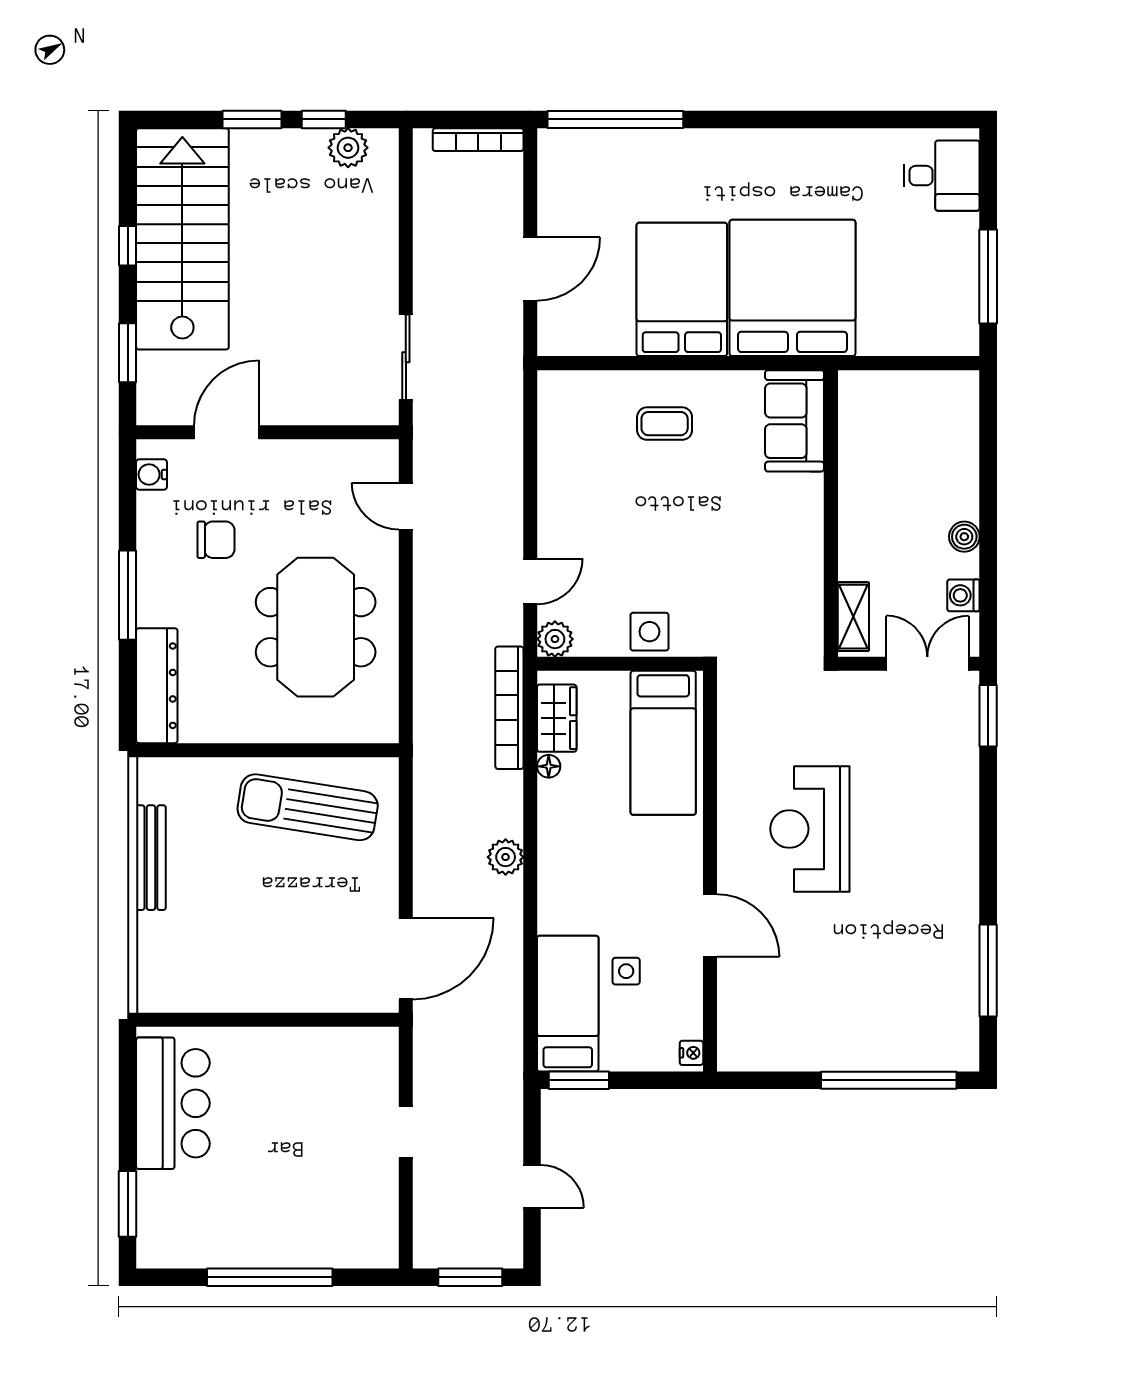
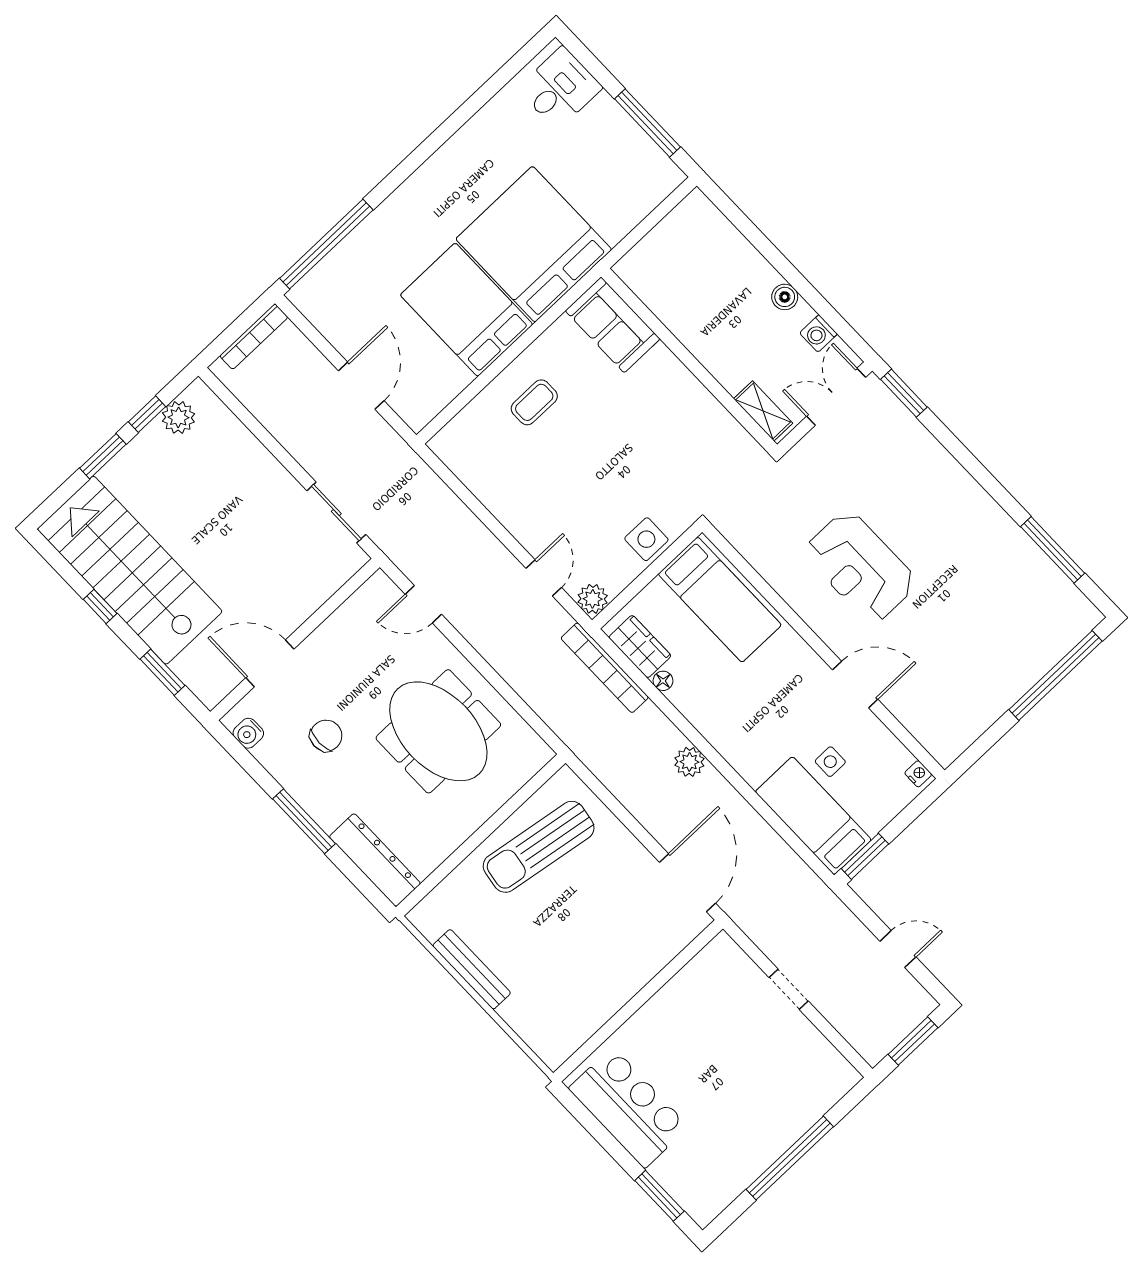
door: (227, 432) -> (270, 663), hinge flipped

